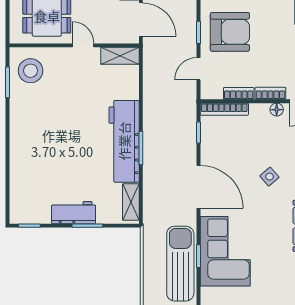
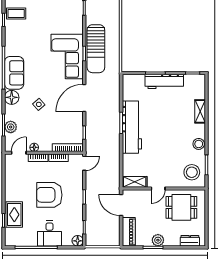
armchair: (230, 32) -> (49, 195), moved
door: (83, 45) -> (158, 188), hinge flipped
door: (199, 69) -> (84, 163), moved
stool: (20, 115) -> (199, 144), added
door: (199, 187) -> (84, 98), hinge flipped
shelving: (131, 202) -> (200, 111), moved
workbench: (74, 213) -> (164, 81), width x1.38

